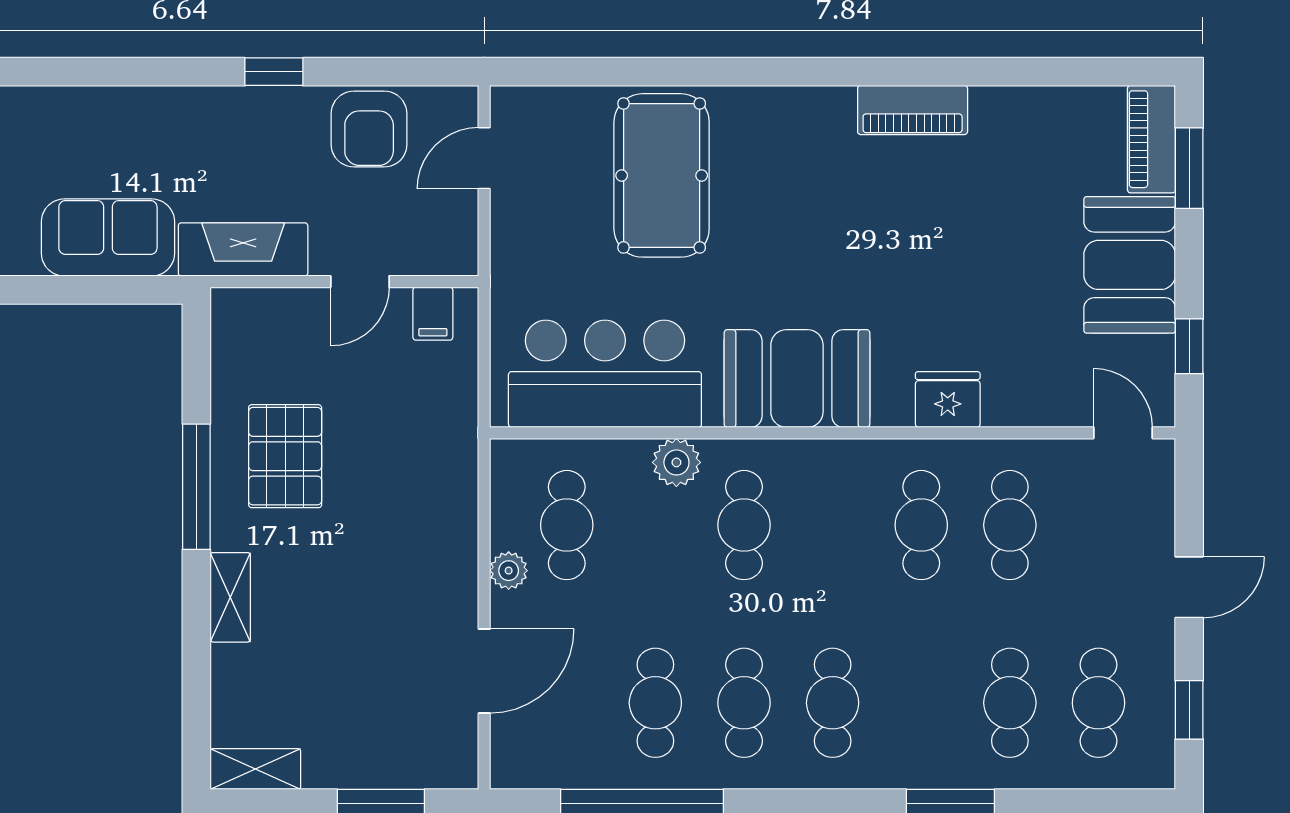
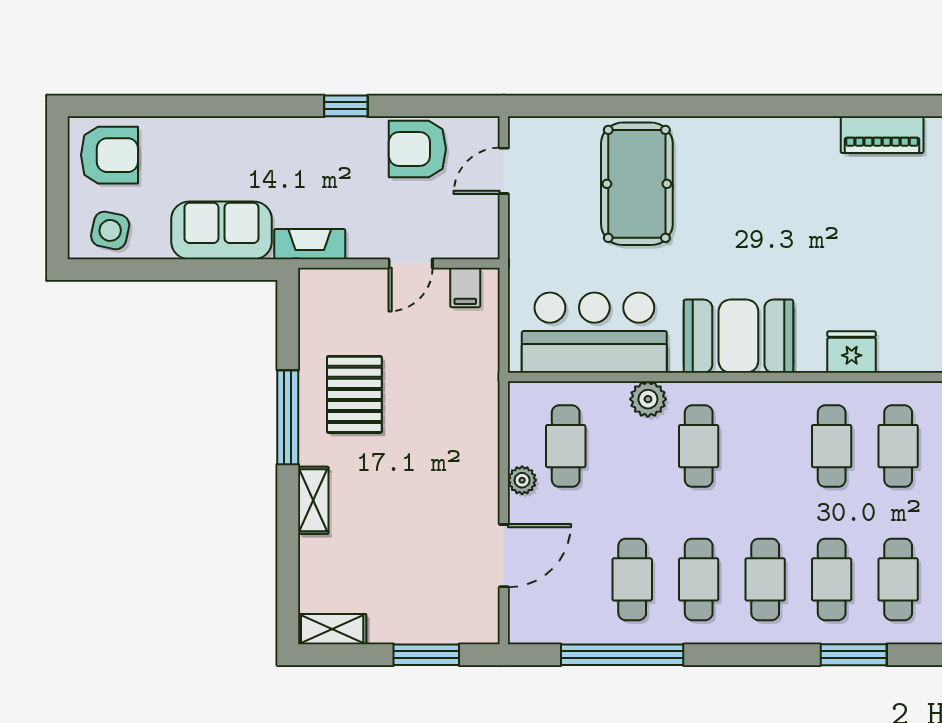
piano: (913, 110) -> (882, 135), moved
armchair: (369, 129) -> (417, 149), turned 90
fireplace: (243, 249) -> (310, 244), width x0.73, depth x0.76
cafe table: (921, 703) -> (832, 579), added

